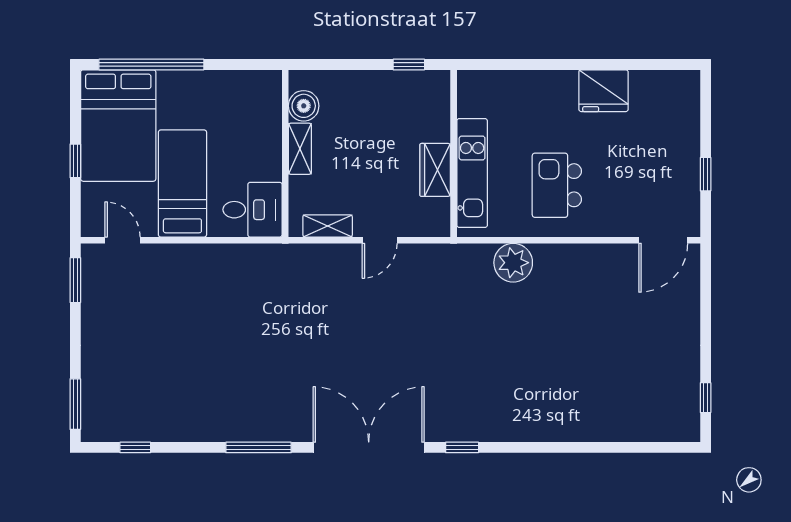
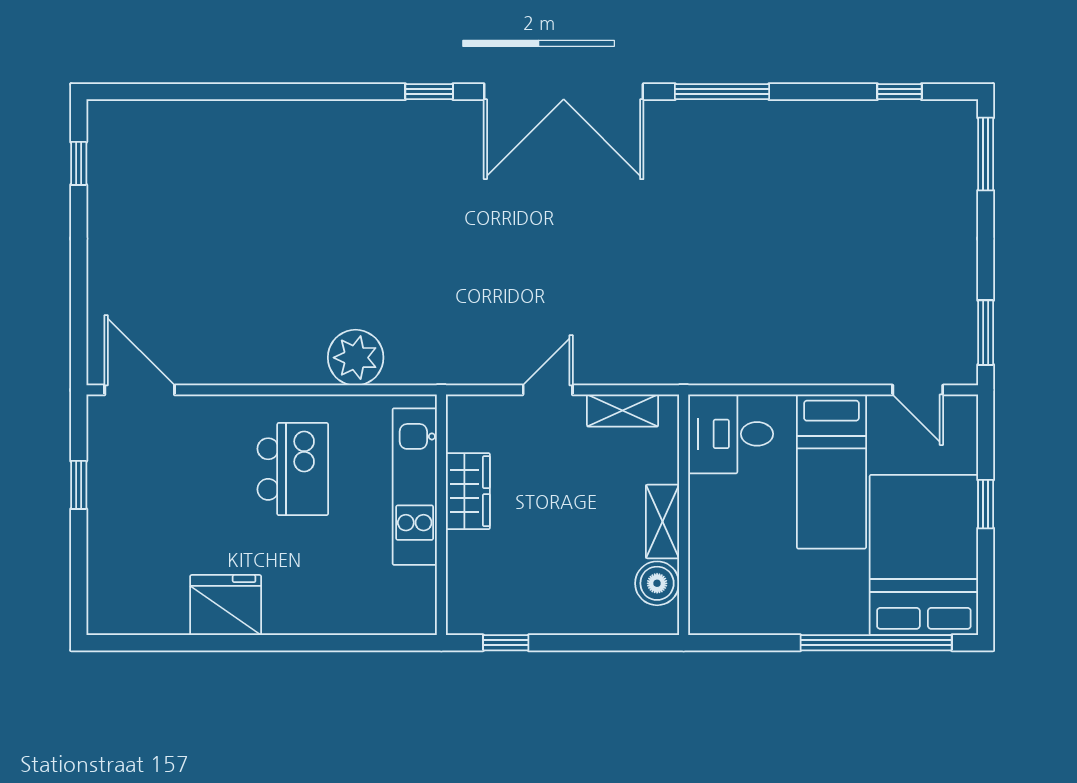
door: (663, 240) -> (140, 390), hinge flipped

